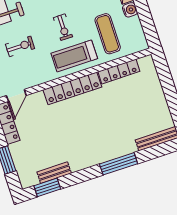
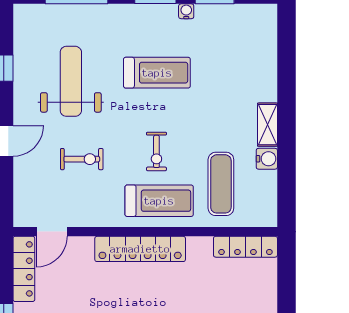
treadmill: (74, 56) -> (159, 201), turned 180
locker: (119, 71) -> (245, 247), moved

